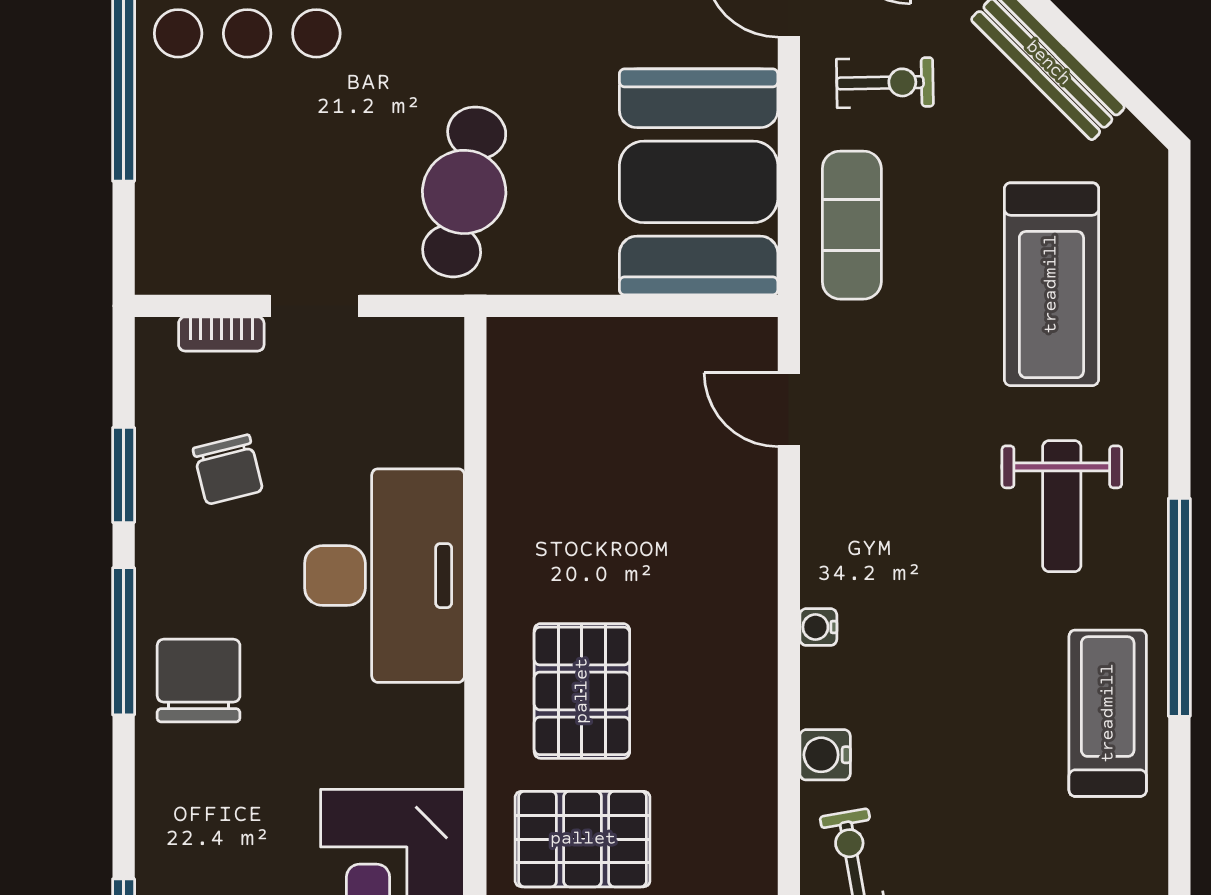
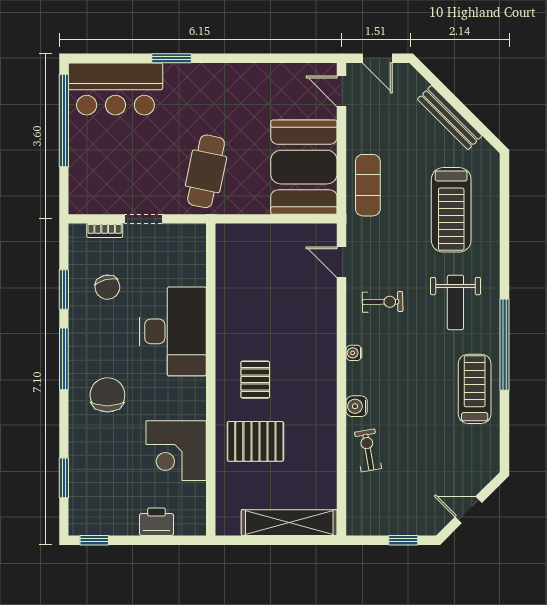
exercise bike: (885, 83) -> (383, 302), moved
chair: (199, 681) -> (107, 395), moved
pallet: (582, 691) -> (255, 380), width x0.67, depth x0.71

